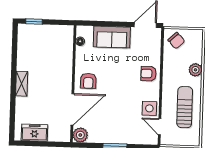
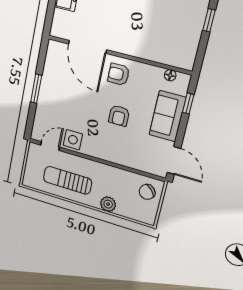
window: (98, 24) -> (188, 104), added
armchair: (149, 74) -> (119, 116), moved, turned 180
sun lounger: (185, 107) -> (67, 180), turned 180
plant: (80, 135) -> (55, 50), removed

